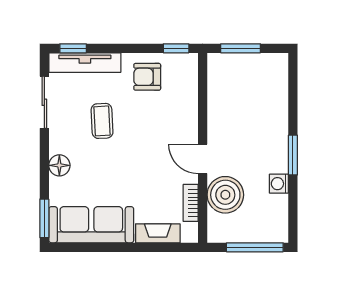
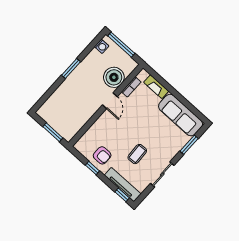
window: (176, 48) -> (92, 168), moved
sliding door: (44, 102) -> (162, 174), moved
floor lamp: (59, 165) -> (172, 152), removed
washing machine: (279, 184) -> (102, 46), moved
window: (44, 218) -> (189, 145), moved

